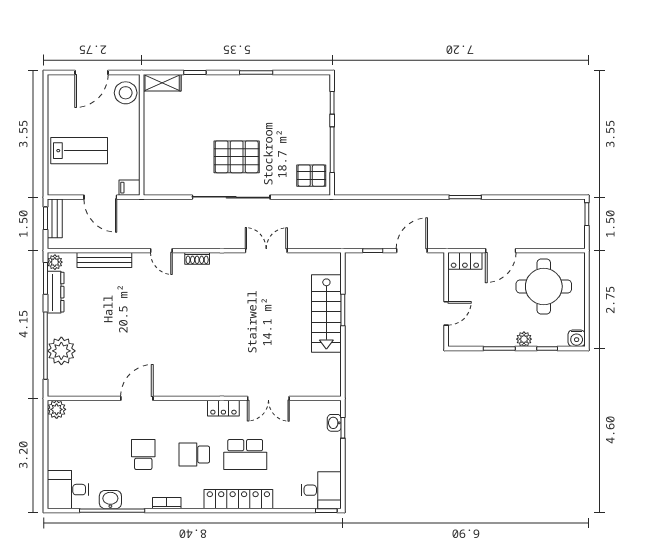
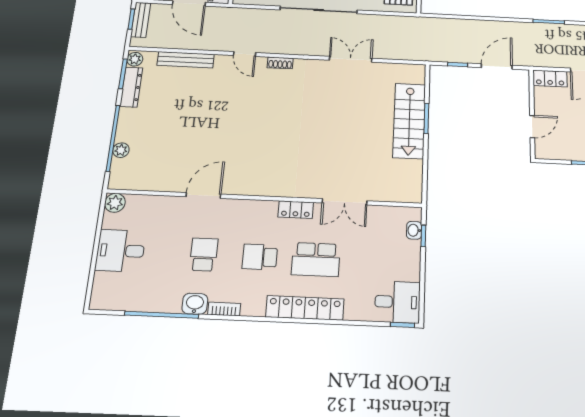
plant: (61, 351) -> (121, 150), width x0.53, depth x0.53
desk: (68, 490) -> (121, 251), moved
washbasin: (110, 500) -> (195, 304), moved

